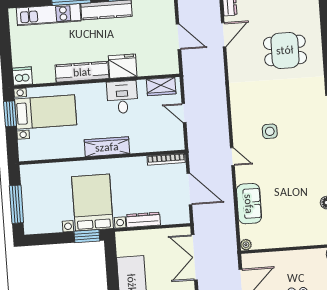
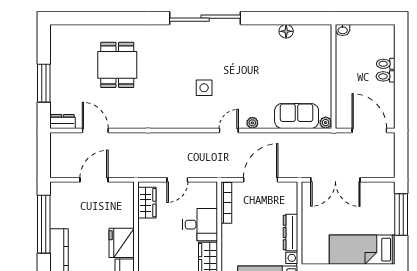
desk: (122, 97) -> (200, 225), moved, turned 180
plant: (241, 178) -> (252, 123), added
sofa: (249, 204) -> (297, 116), moved

